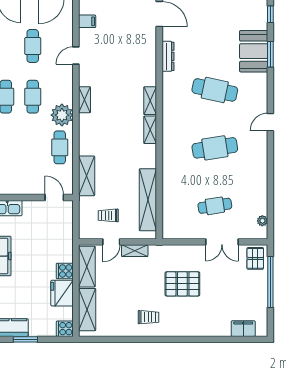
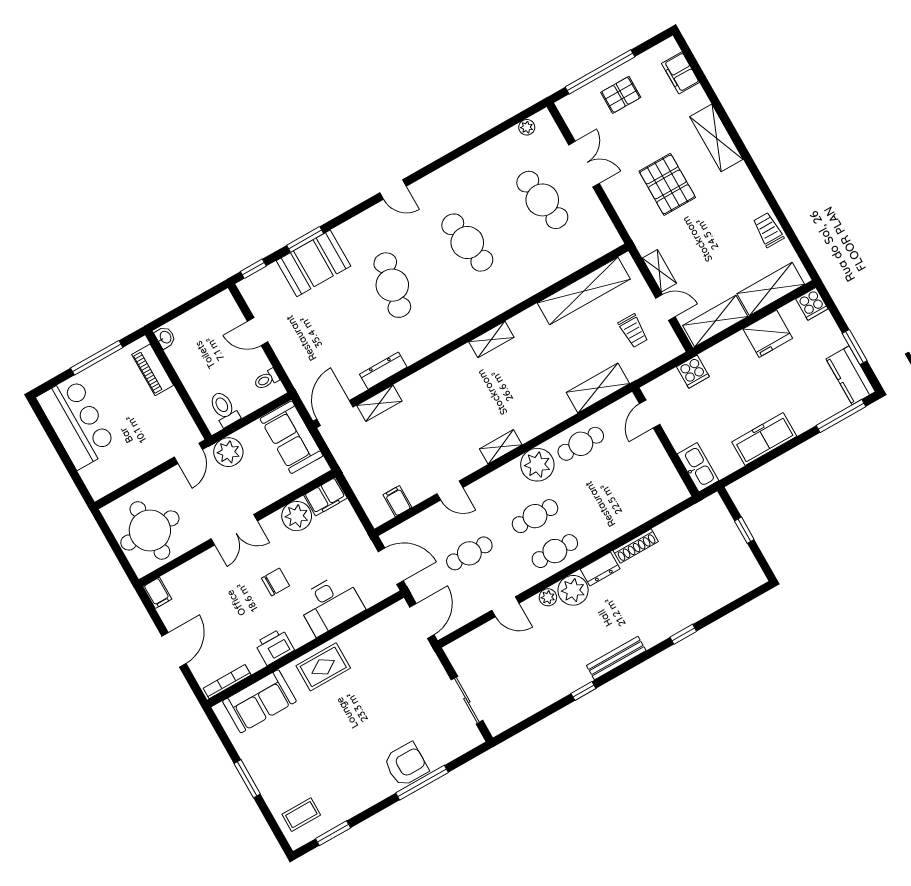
shelving: (150, 101) -> (379, 403), moved
cafe table: (215, 206) -> (542, 200), width x1.37, depth x1.35
pallet: (255, 258) -> (621, 95), moved
cooker: (65, 271) -> (693, 372), moved
trolley: (148, 317) -> (768, 230), moved
shelving: (193, 328) -> (716, 138), added

